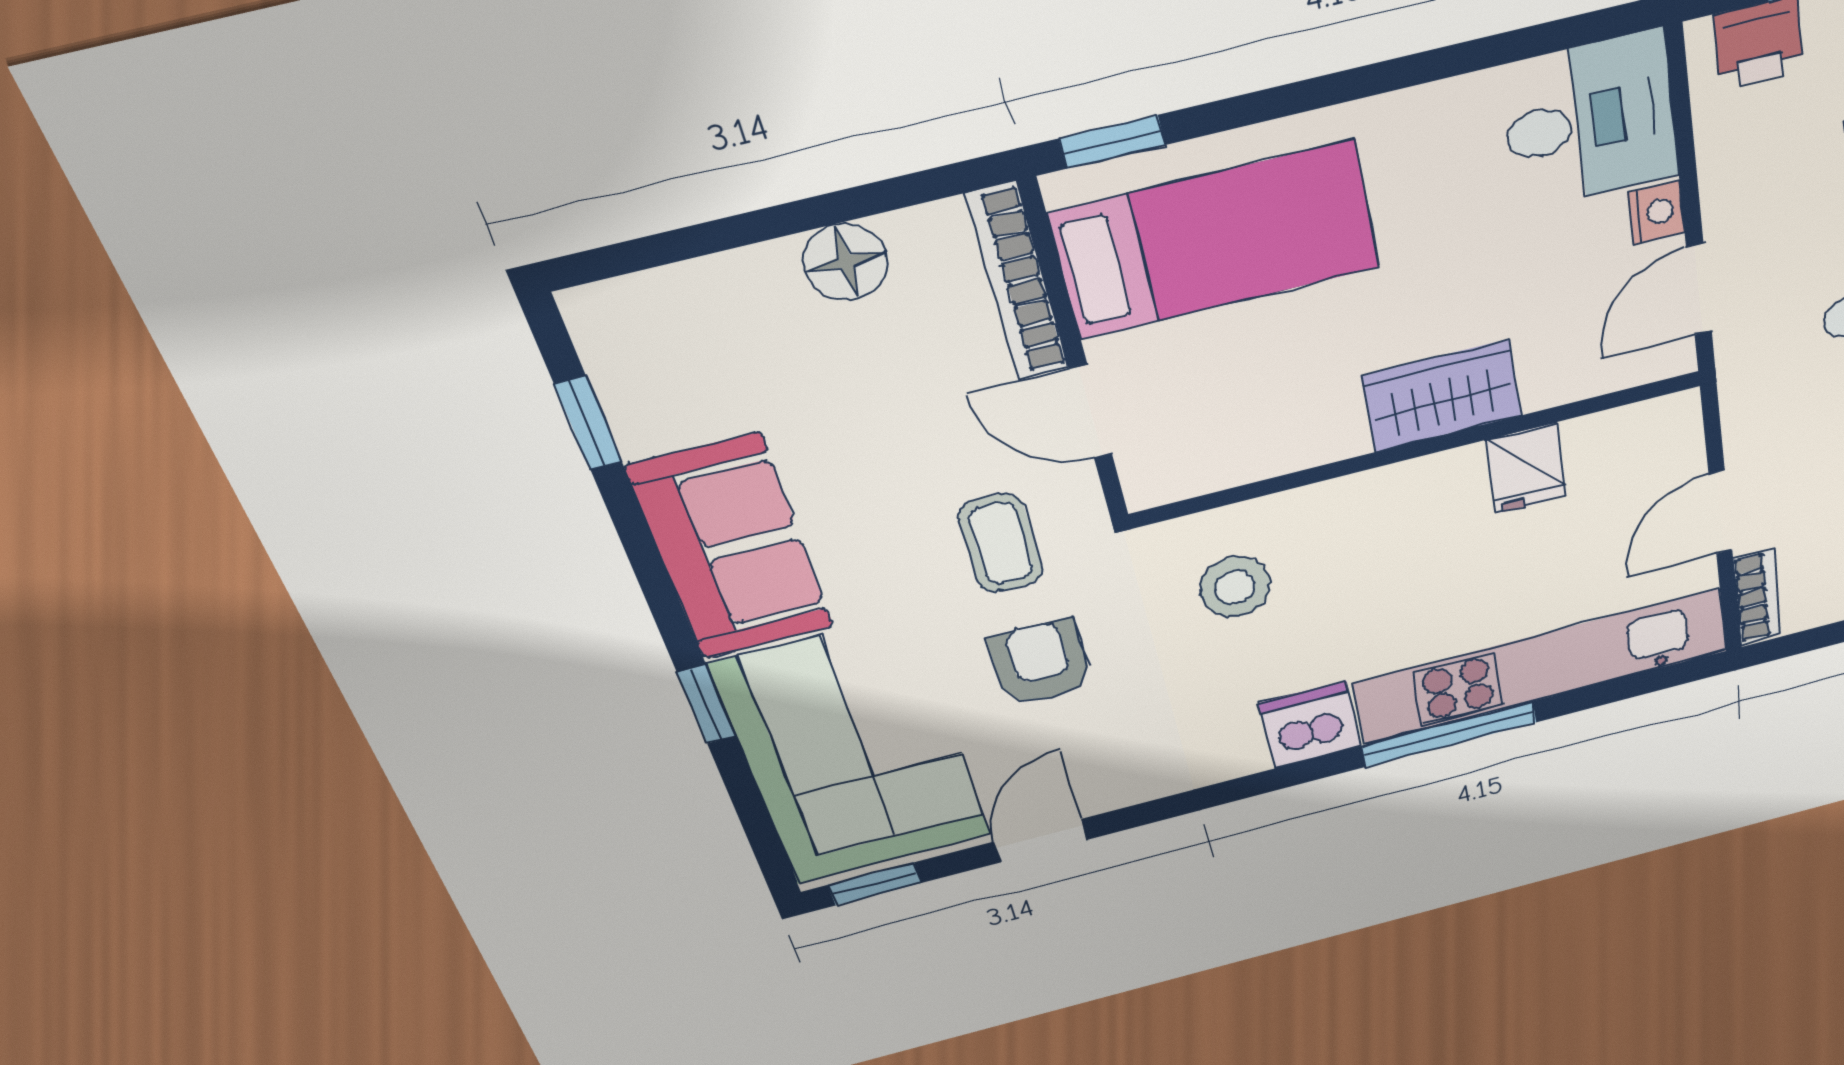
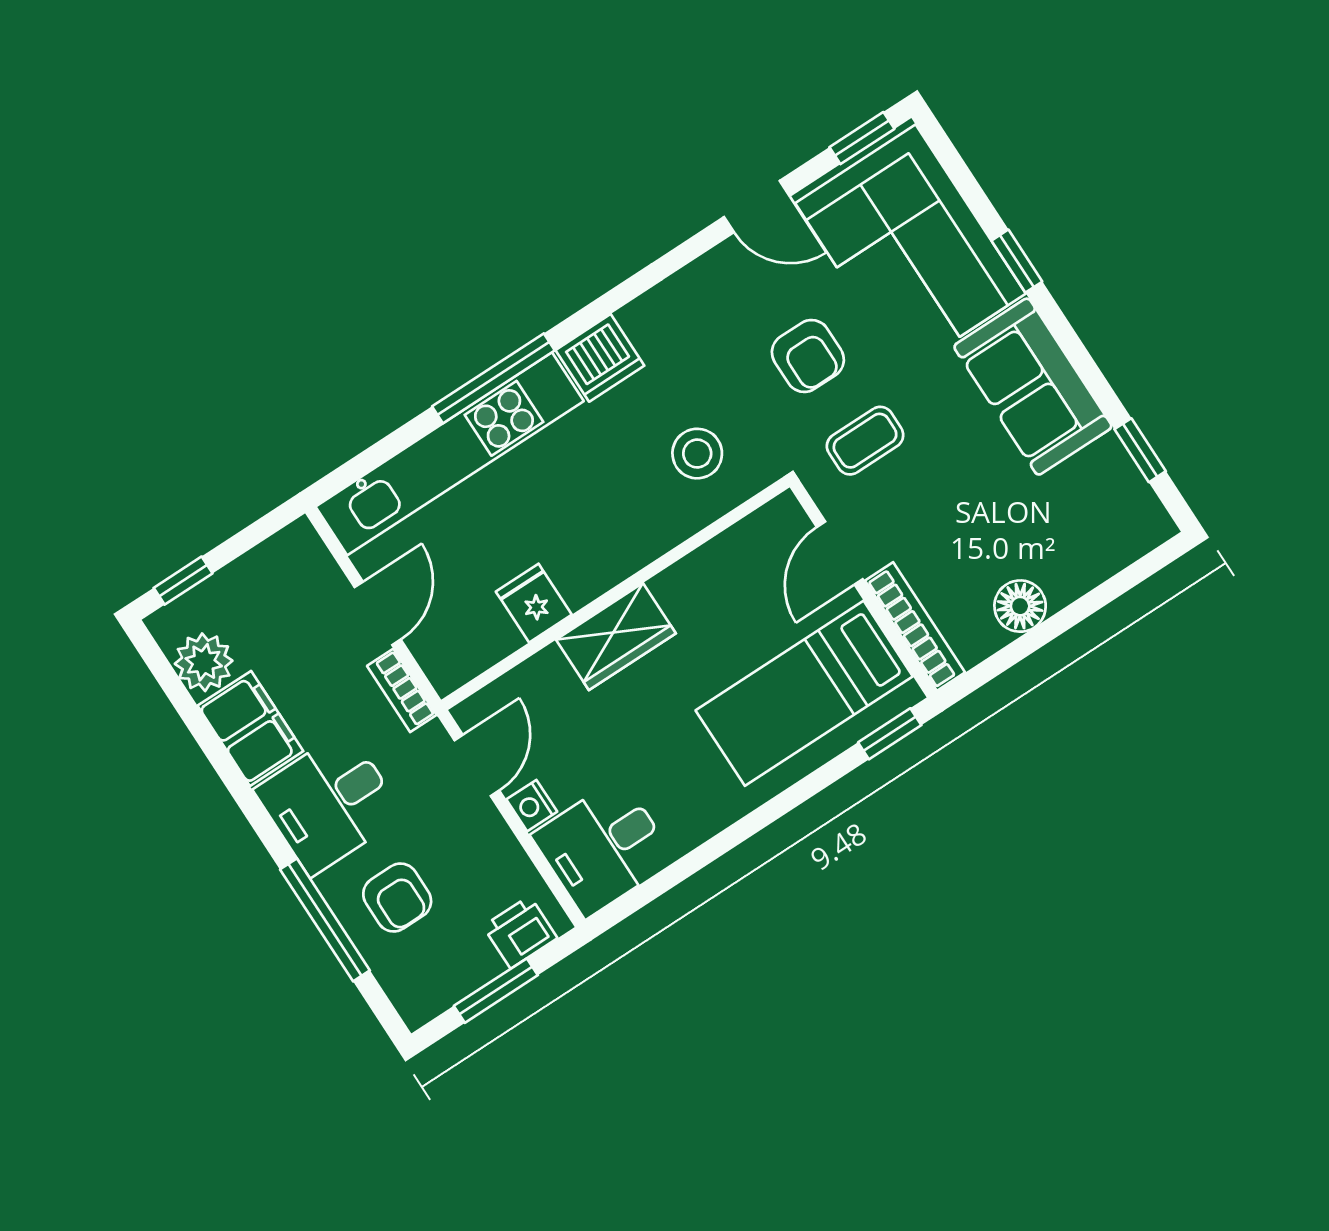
door: (1091, 412) -> (840, 553), swing flipped
coffee table: (1001, 543) -> (865, 441), turned 90
bookcase: (1757, 597) -> (402, 690), moved
door: (1041, 841) -> (757, 207), hinge flipped

